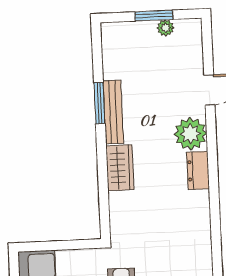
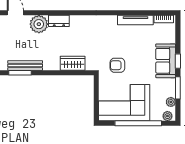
wardrobe: (120, 168) -> (73, 63), moved

